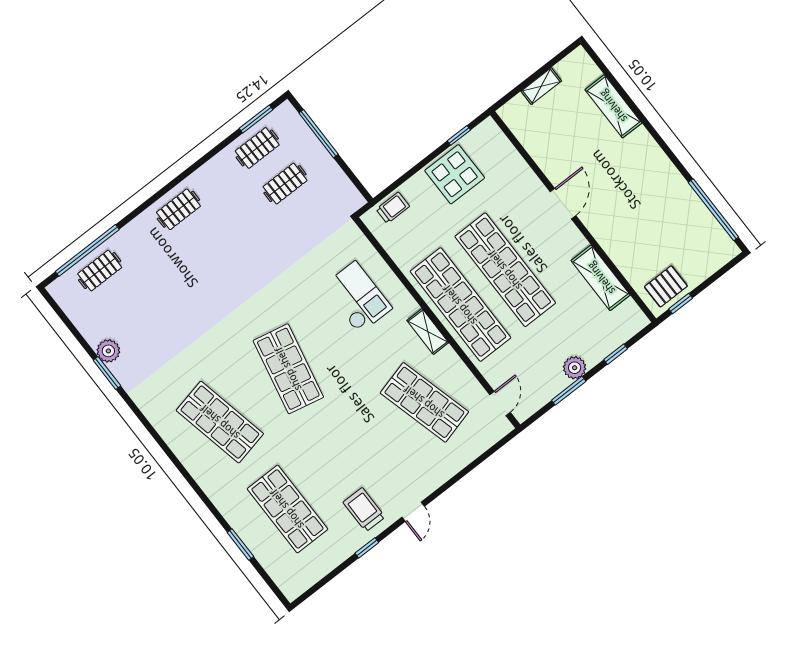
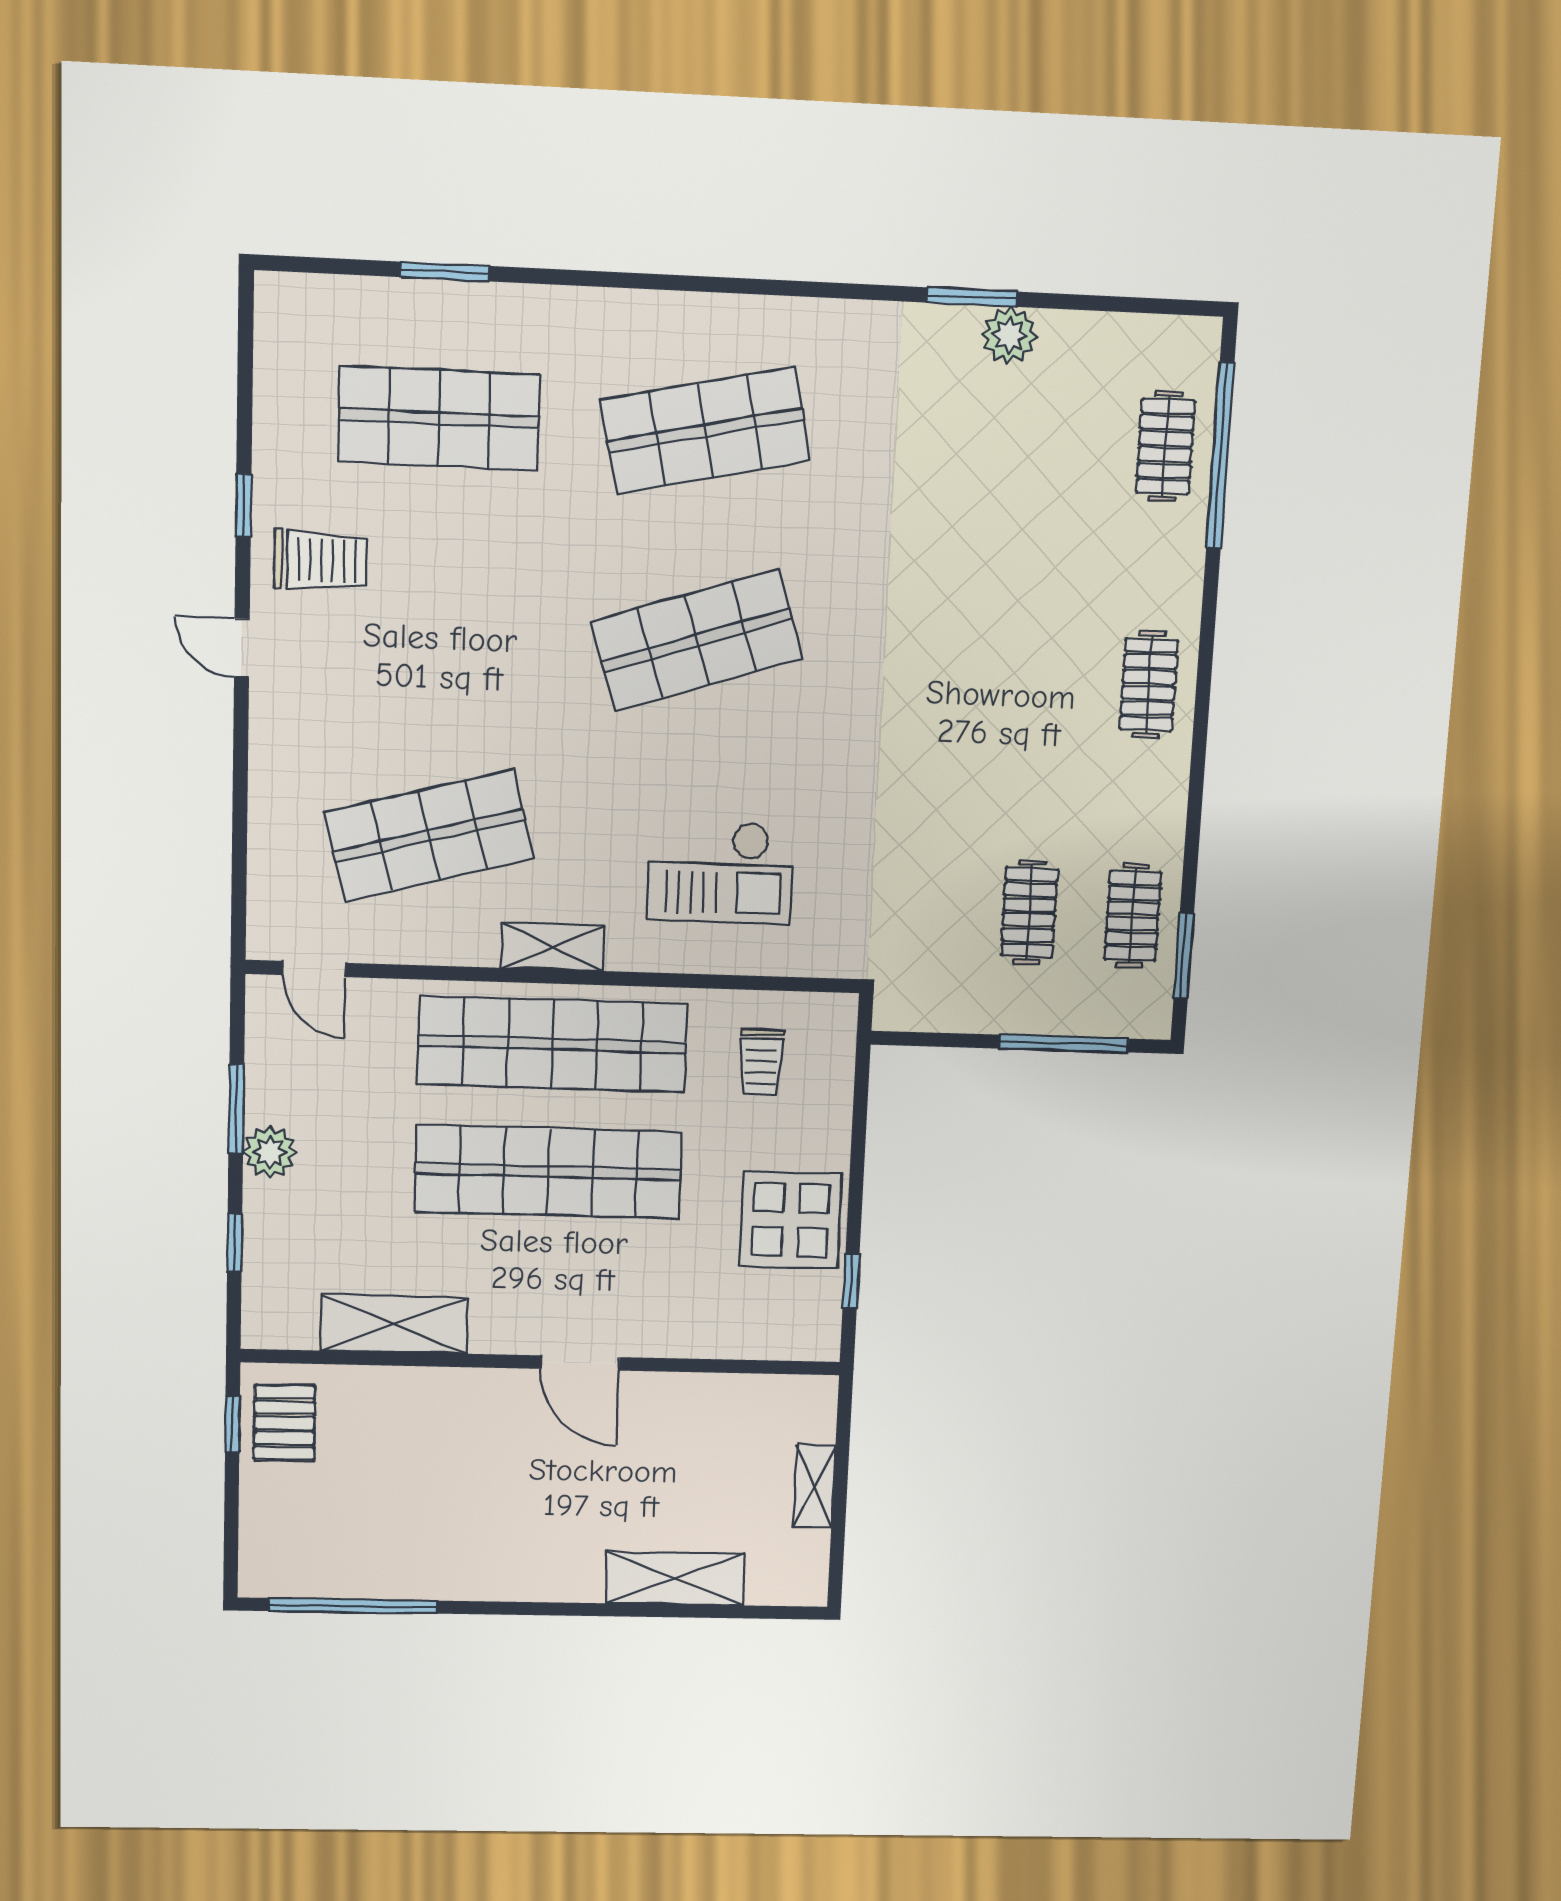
trolley: (393, 208) -> (761, 1062), moved
shop shelf: (288, 369) -> (697, 640), turned -30

